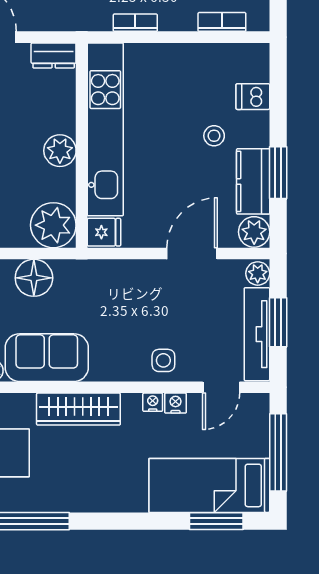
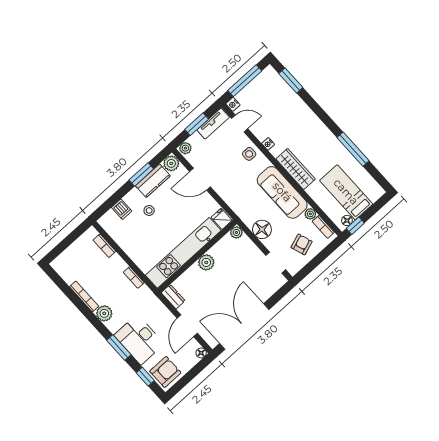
plant: (53, 225) -> (236, 232), width x0.53, depth x0.53
tv unit: (257, 334) -> (213, 124), width x0.71
sofa: (47, 358) -> (282, 192), width x1.36
nightstand: (175, 403) -> (233, 104), moved
bed: (209, 485) -> (280, 95), removed

